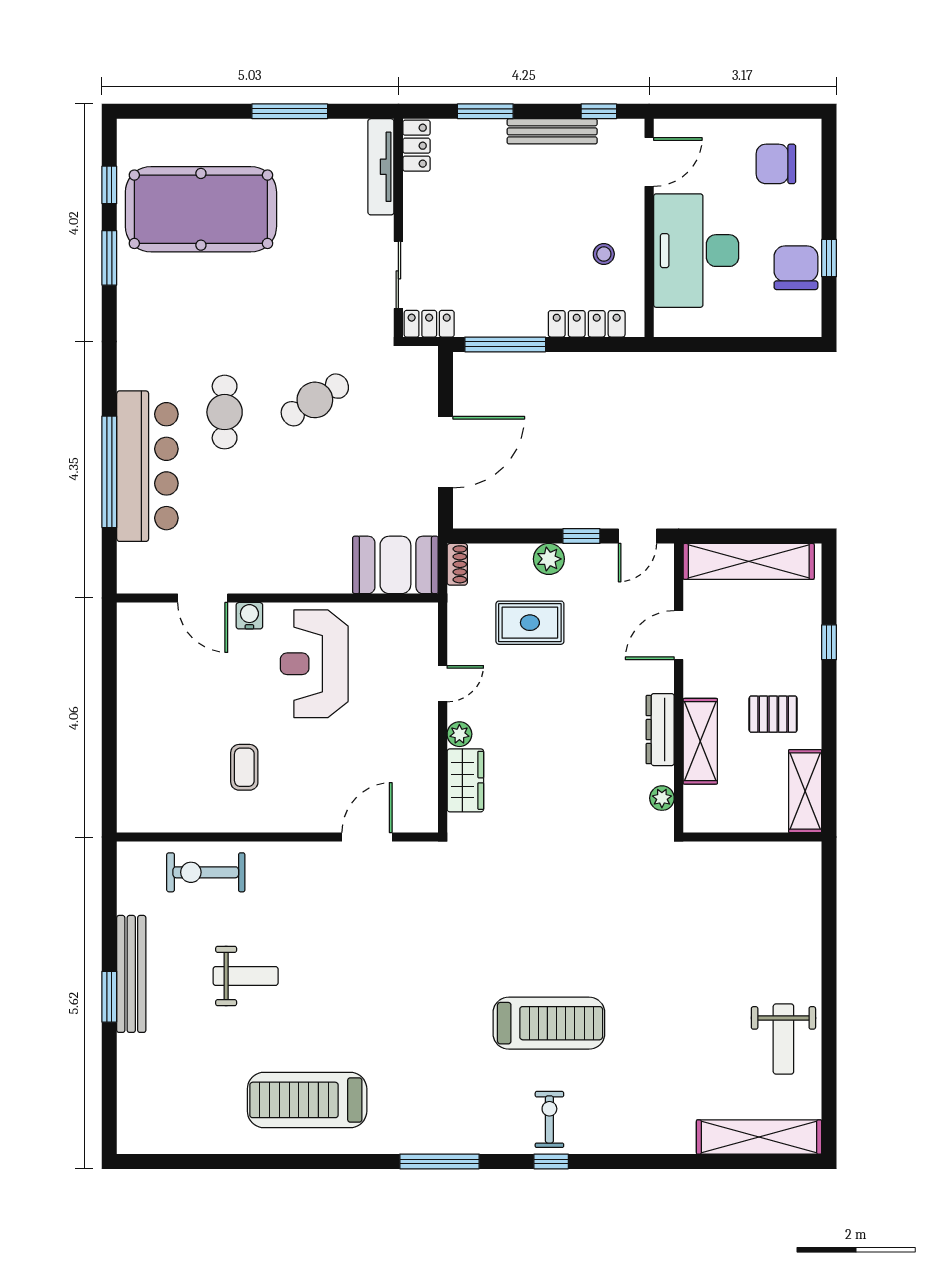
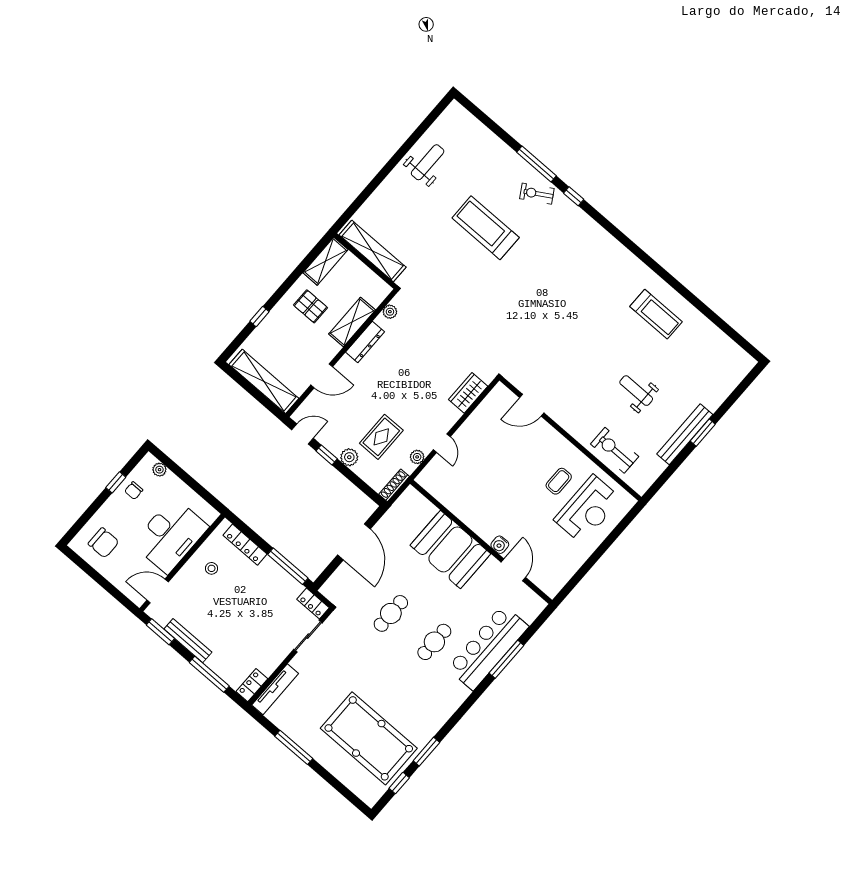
window: (485, 111) -> (209, 674), width x1.44
window: (599, 111) -> (160, 632), width x1.50
chair: (796, 268) -> (134, 491), width x0.54, depth x0.54
plant: (786, 325) -> (159, 470), added
cafe table: (315, 400) -> (391, 613), turned -58
door: (446, 452) -> (354, 542), swing flipped
window: (109, 472) -> (506, 659), width x0.68
shoe rack: (457, 564) -> (394, 485), width x1.43
booth: (395, 565) -> (450, 549), moved, width x1.36, depth x1.42
rug: (530, 623) -> (381, 437), turned 90
reception desk: (314, 664) -> (588, 509), moved
door: (443, 684) -> (442, 443), swing flipped
plant: (459, 734) -> (417, 457), moved
exercise bike: (206, 872) -> (615, 450), turned 180
treadmill: (549, 1023) -> (486, 228), moved
treadmill: (307, 1100) -> (656, 314), width x0.73, depth x0.73
exercise bike: (549, 1119) -> (537, 194), moved, turned 59
shelving: (759, 1137) -> (373, 251), moved
window: (440, 1161) -> (536, 164), moved

